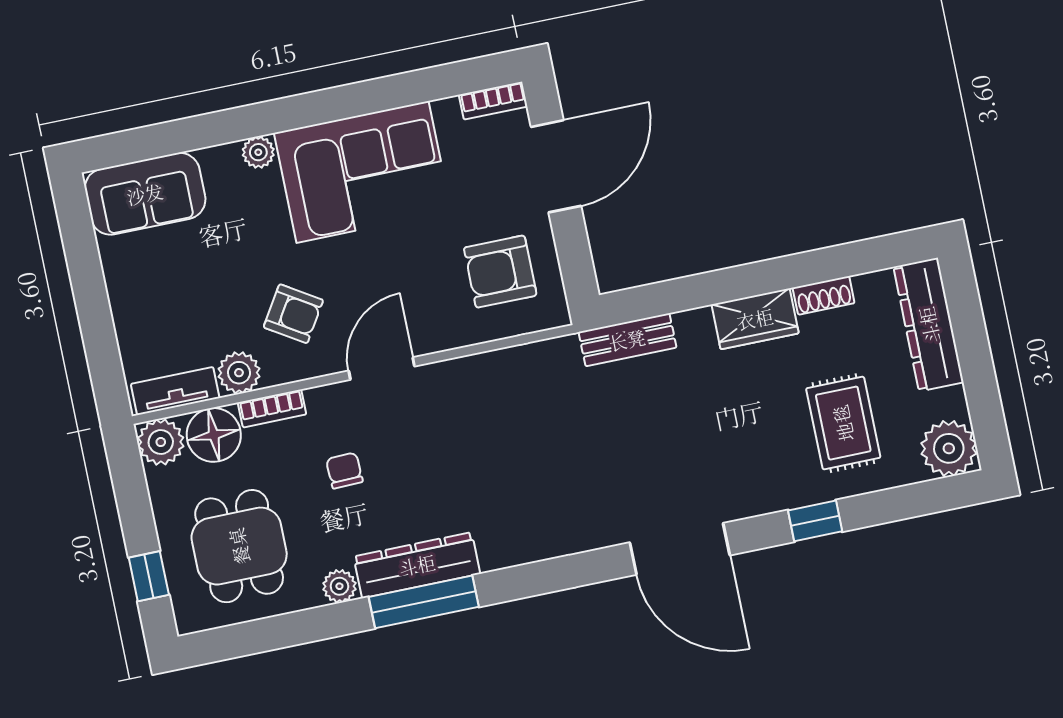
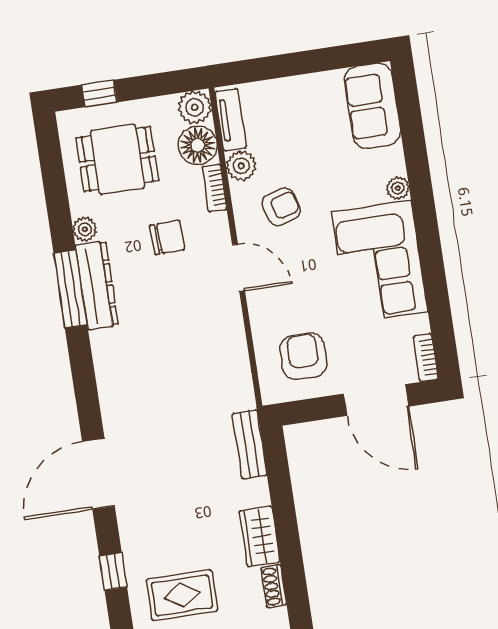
armchair: (293, 314) -> (281, 207), turned -138
chair: (344, 470) -> (167, 237), width x1.37, depth x1.37

